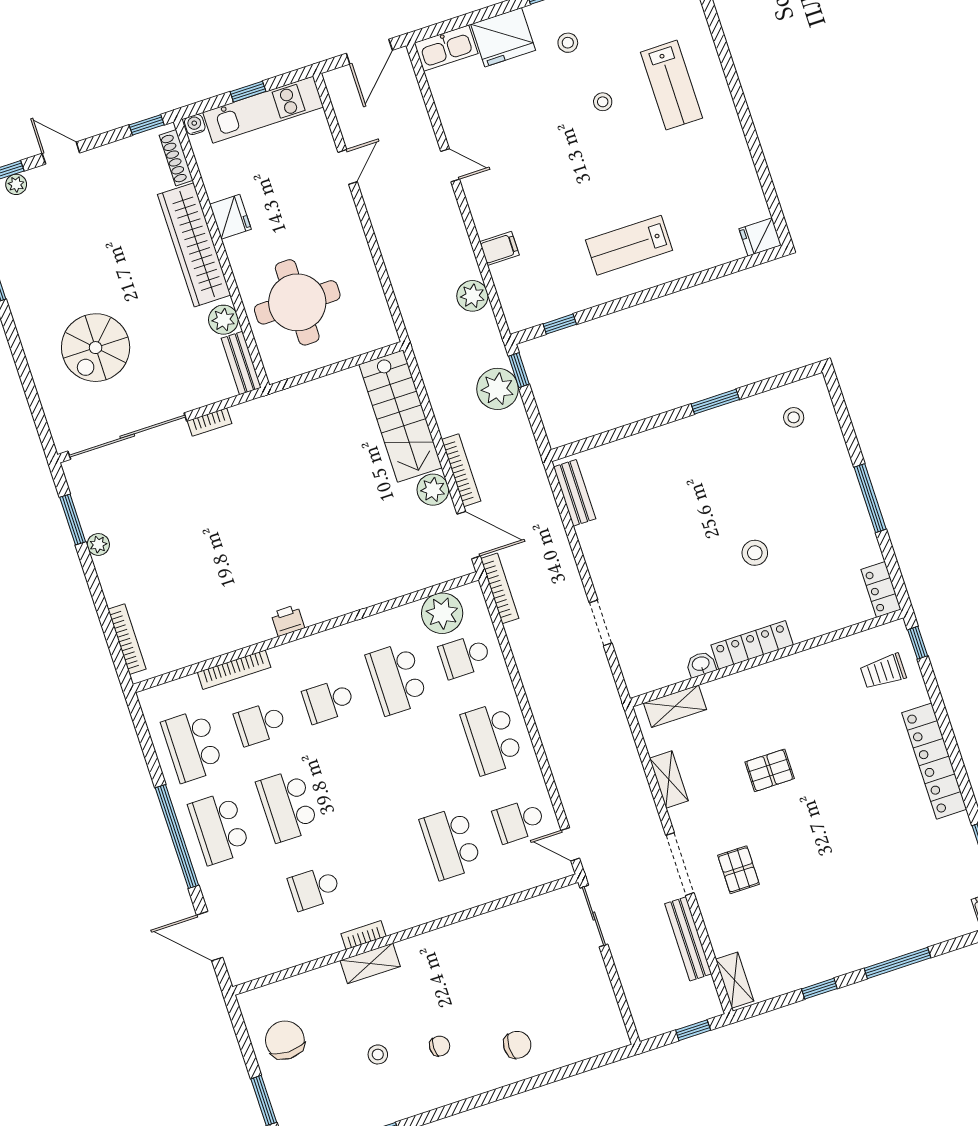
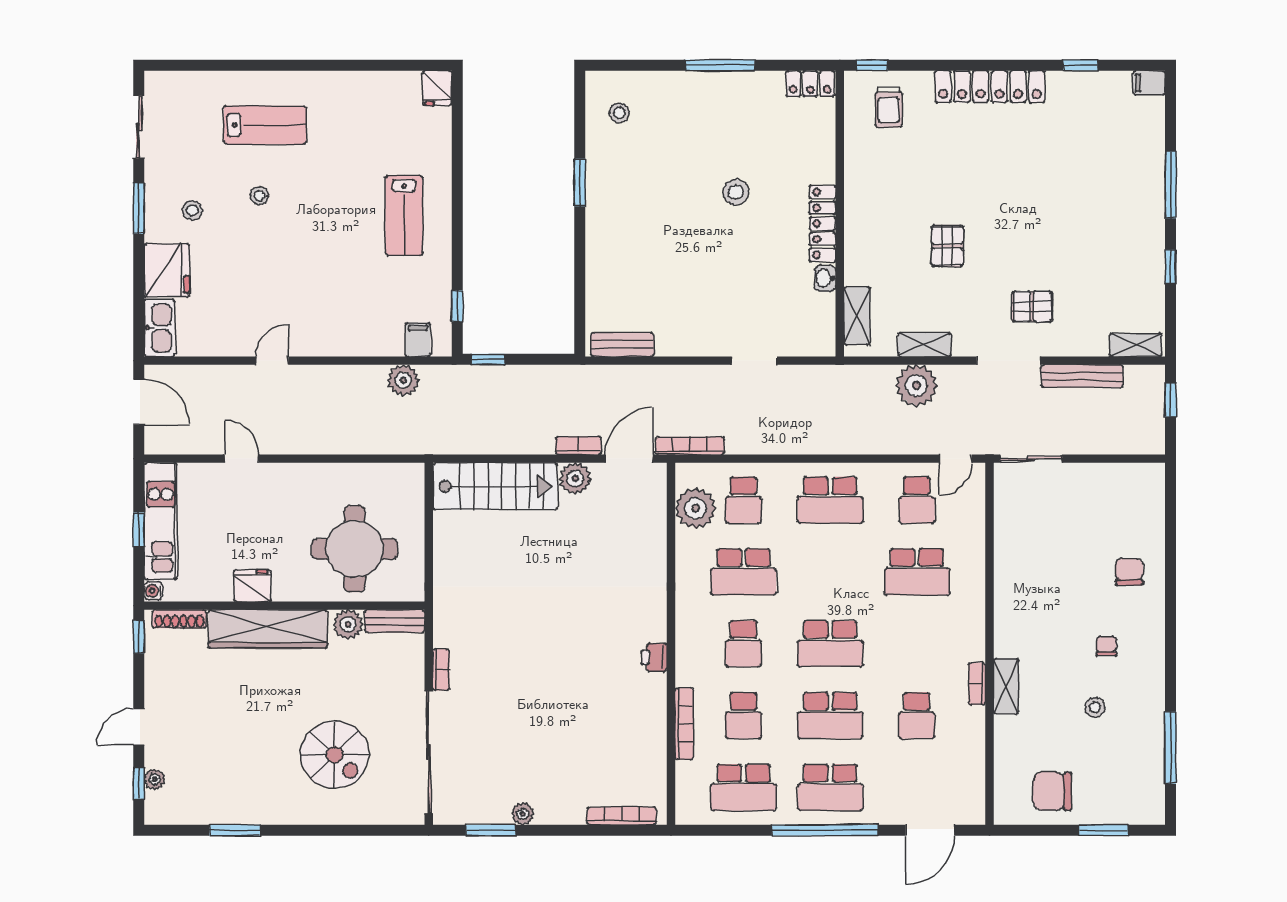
filing cabinet: (499, 248) -> (418, 340), moved
plant: (497, 389) -> (916, 385), moved
bookcase: (461, 470) -> (578, 445), width x0.64
school desk: (356, 783) -> (830, 644), added

